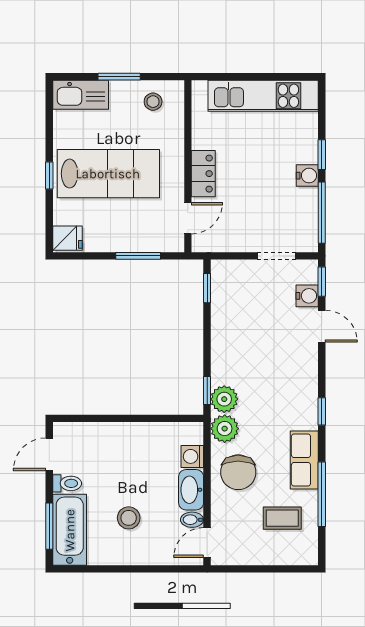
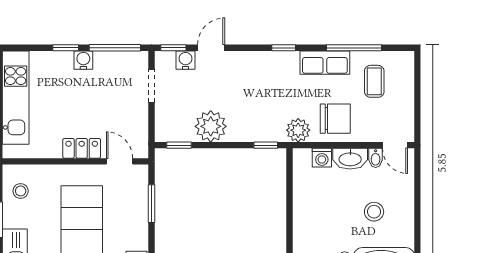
plant: (224, 399) -> (211, 126), moved, width x1.36, depth x1.36

